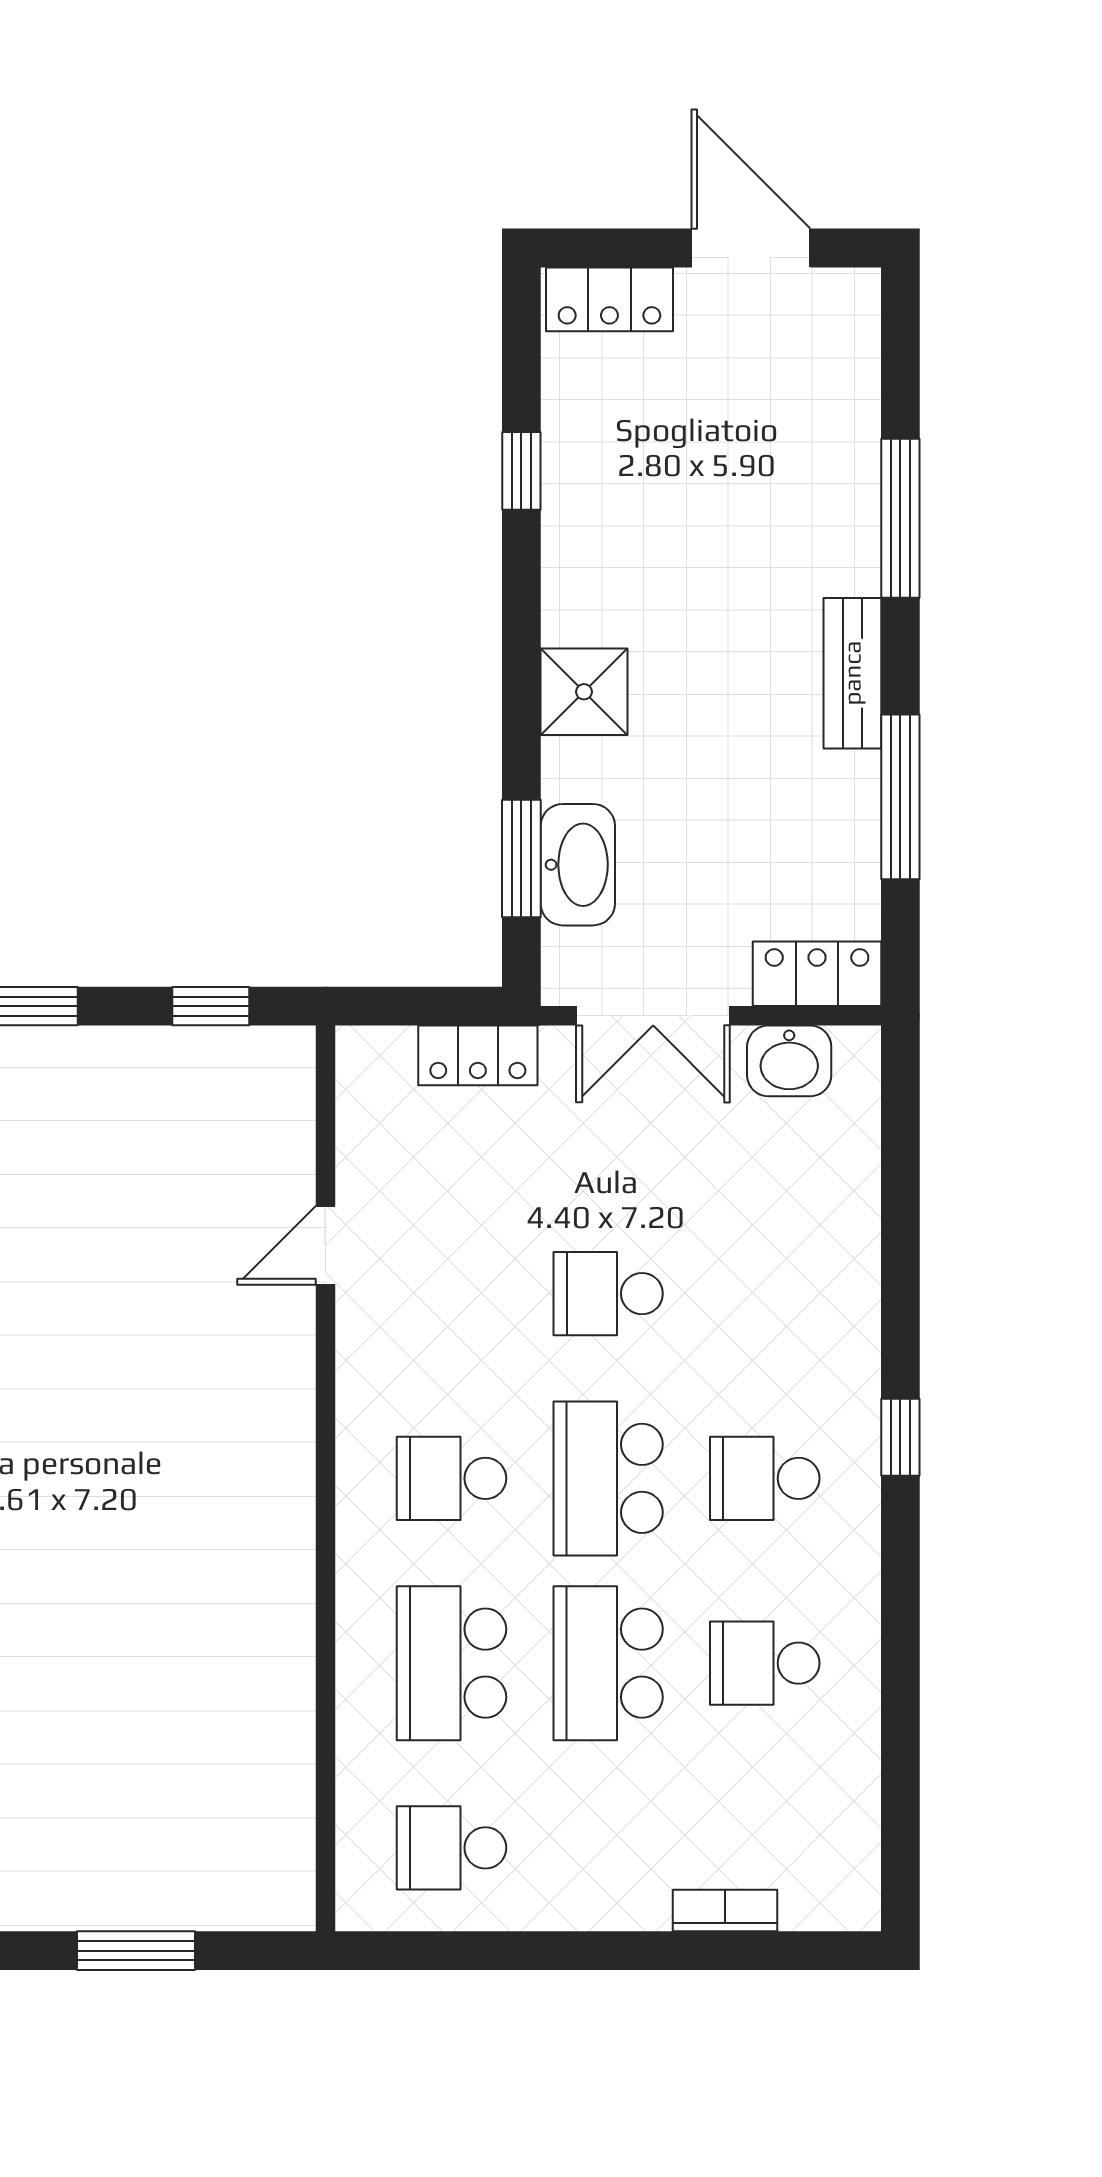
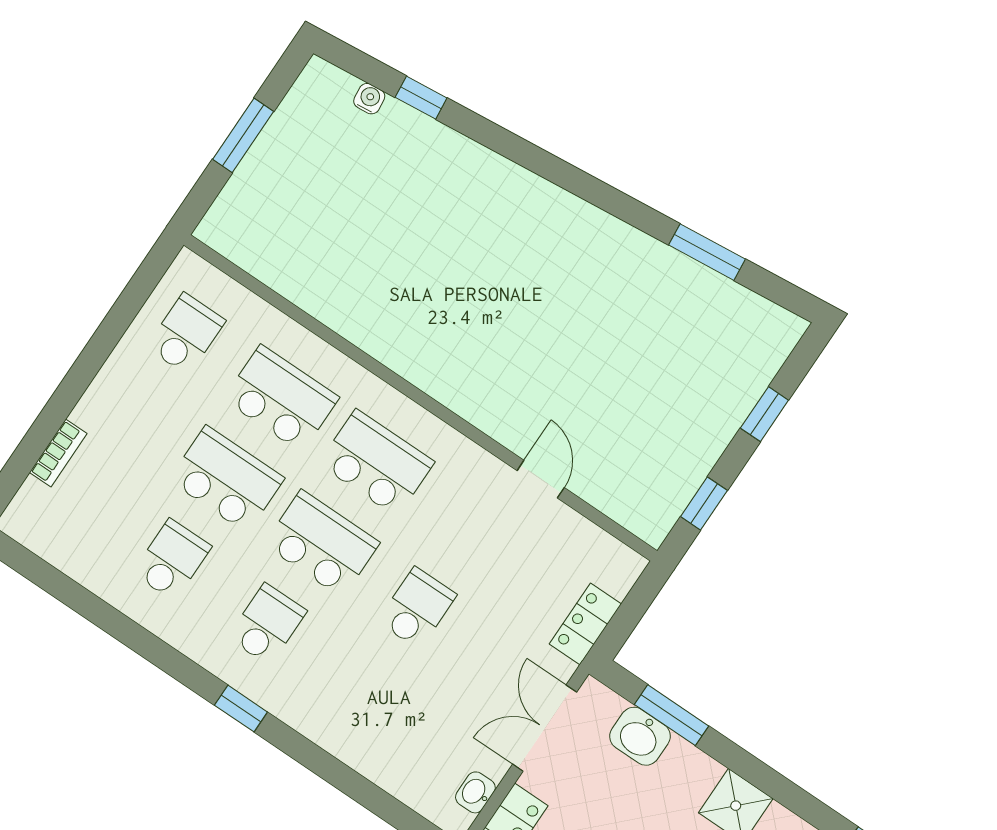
washbasin: (578, 865) -> (640, 736), width x0.72
washbasin: (789, 1061) -> (475, 792), width x0.72, depth x0.69
school desk: (452, 1478) -> (376, 463), width x1.85

